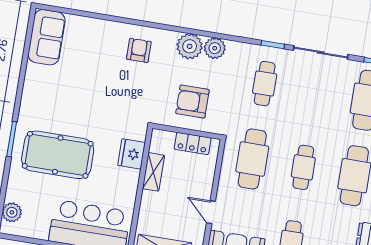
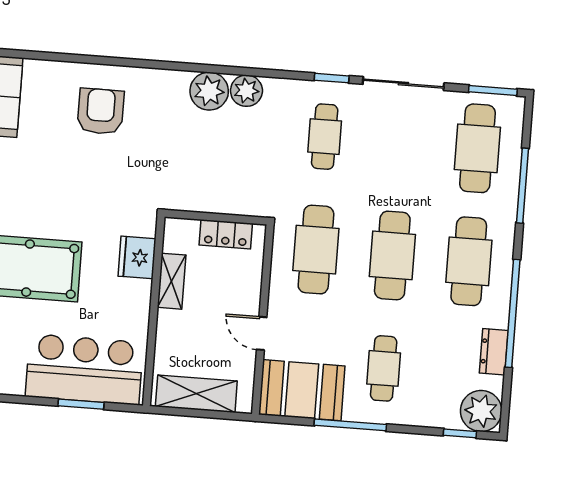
armchair: (139, 50) -> (101, 111), moved, width x1.38, depth x1.38
armchair: (192, 102) -> (220, 172), removed
cafe table: (303, 167) -> (392, 255), width x1.37, depth x1.35

